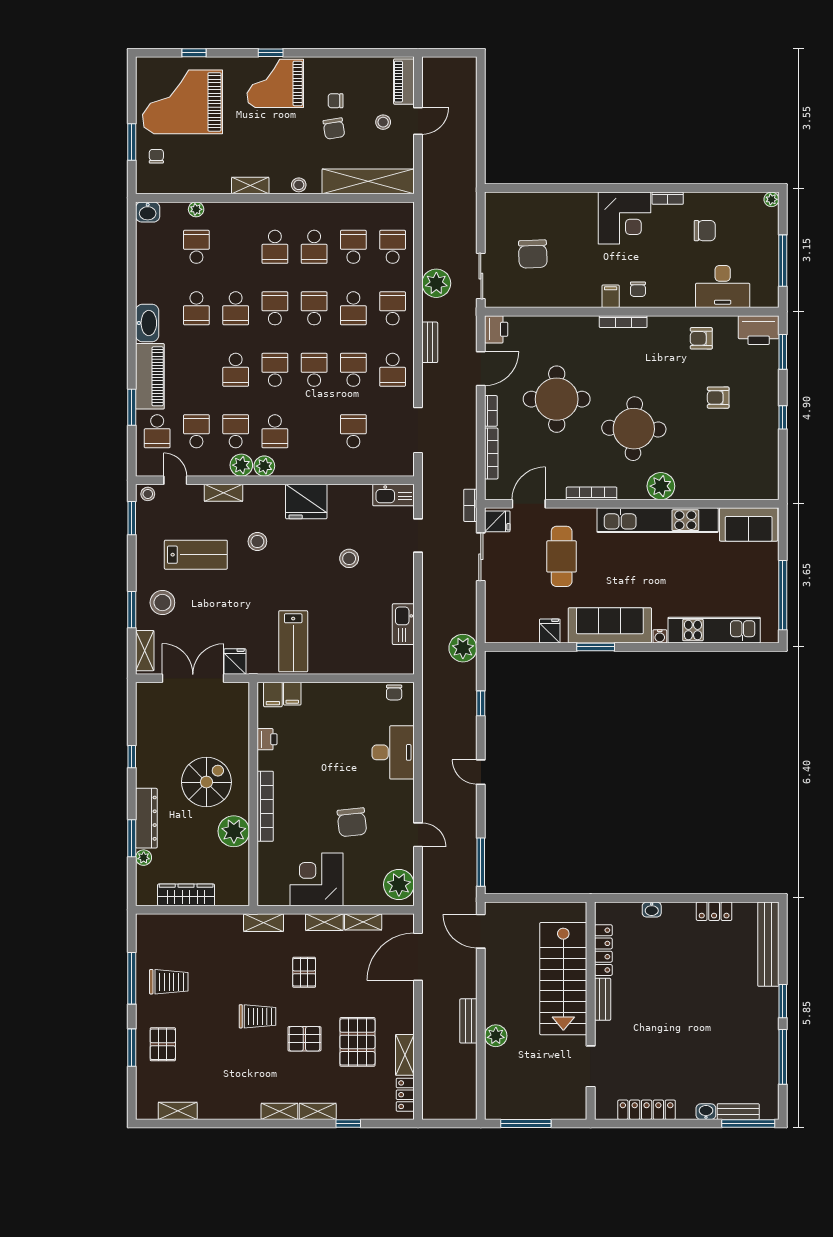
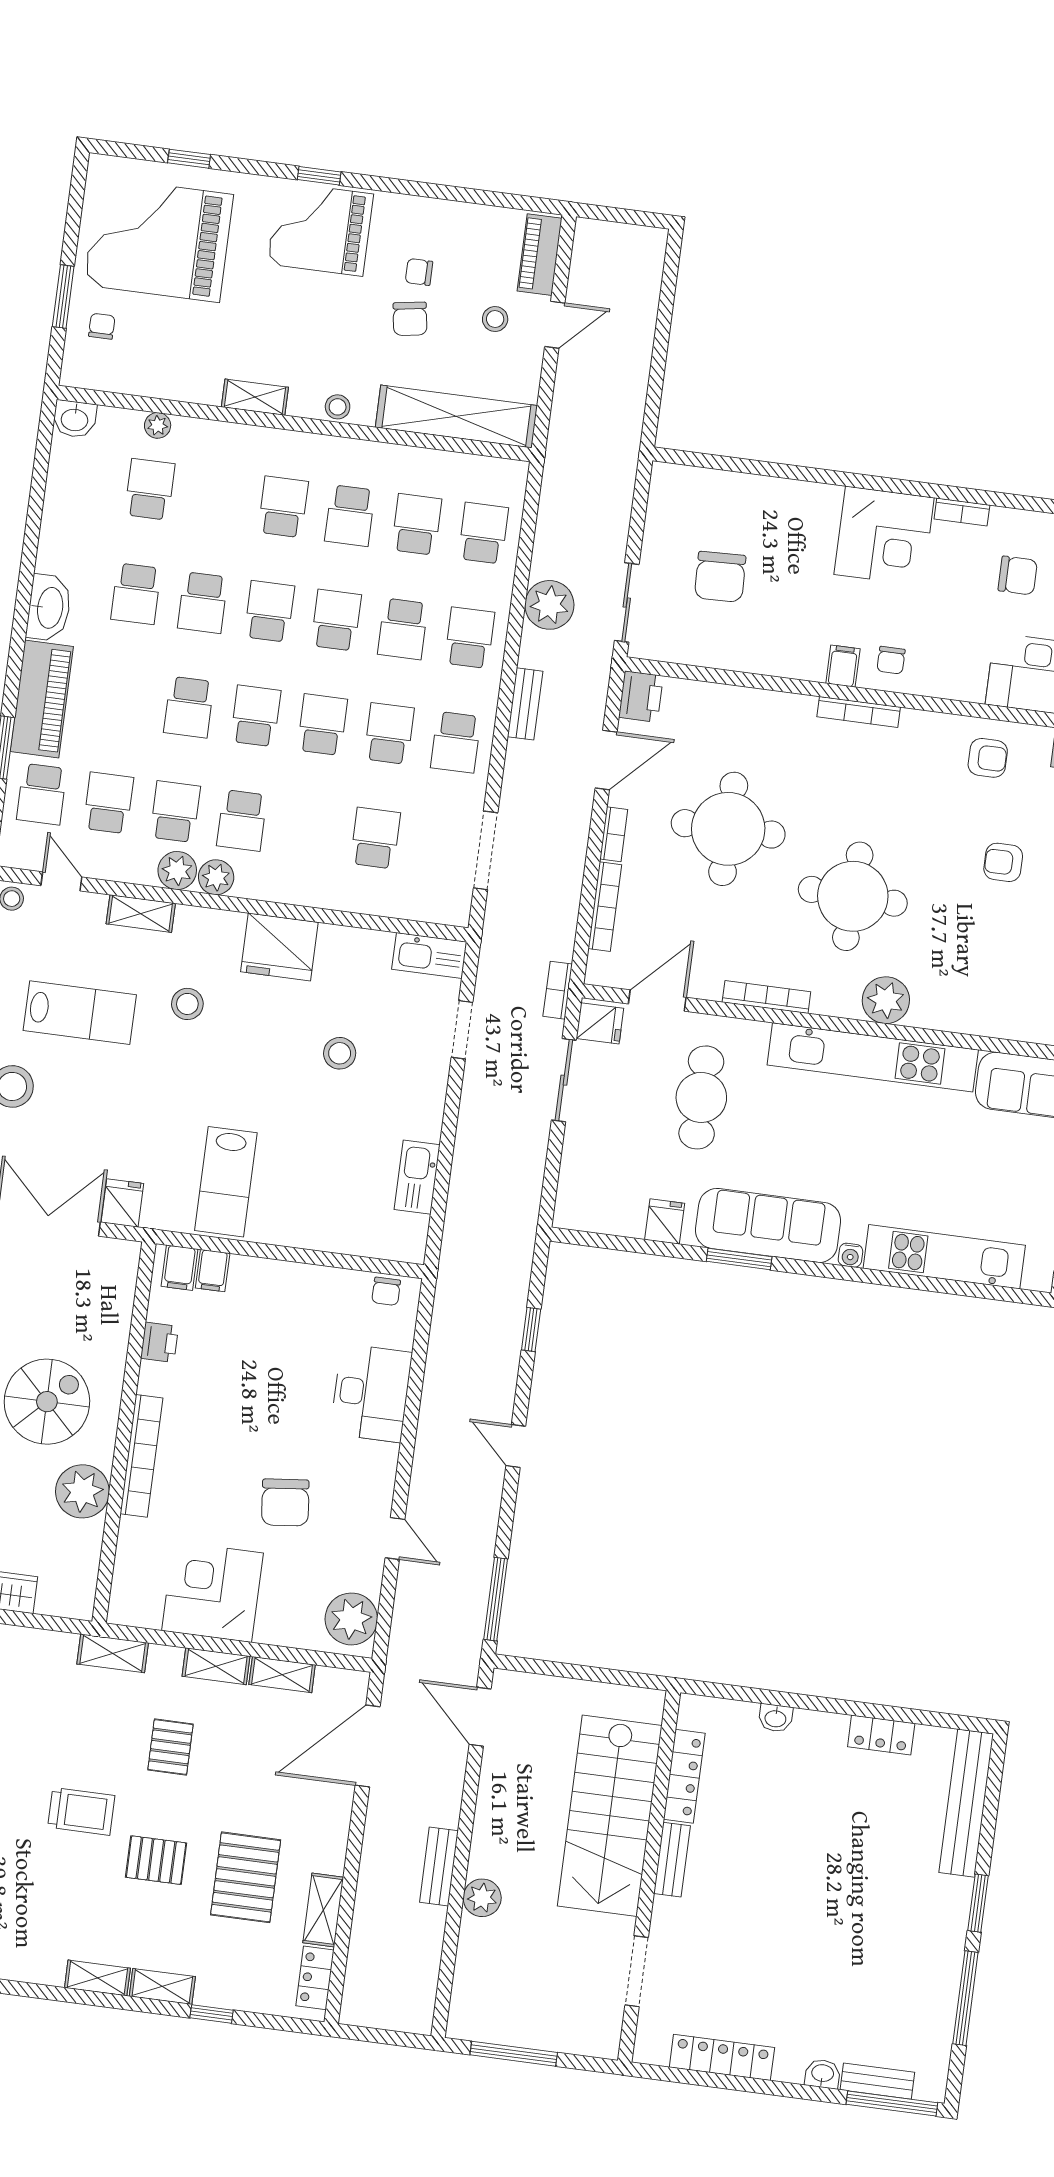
school desk: (275, 247) -> (283, 507), turned 180
armchair: (701, 338) -> (988, 758), turned 180
plant: (463, 648) -> (513, 1231), removed

